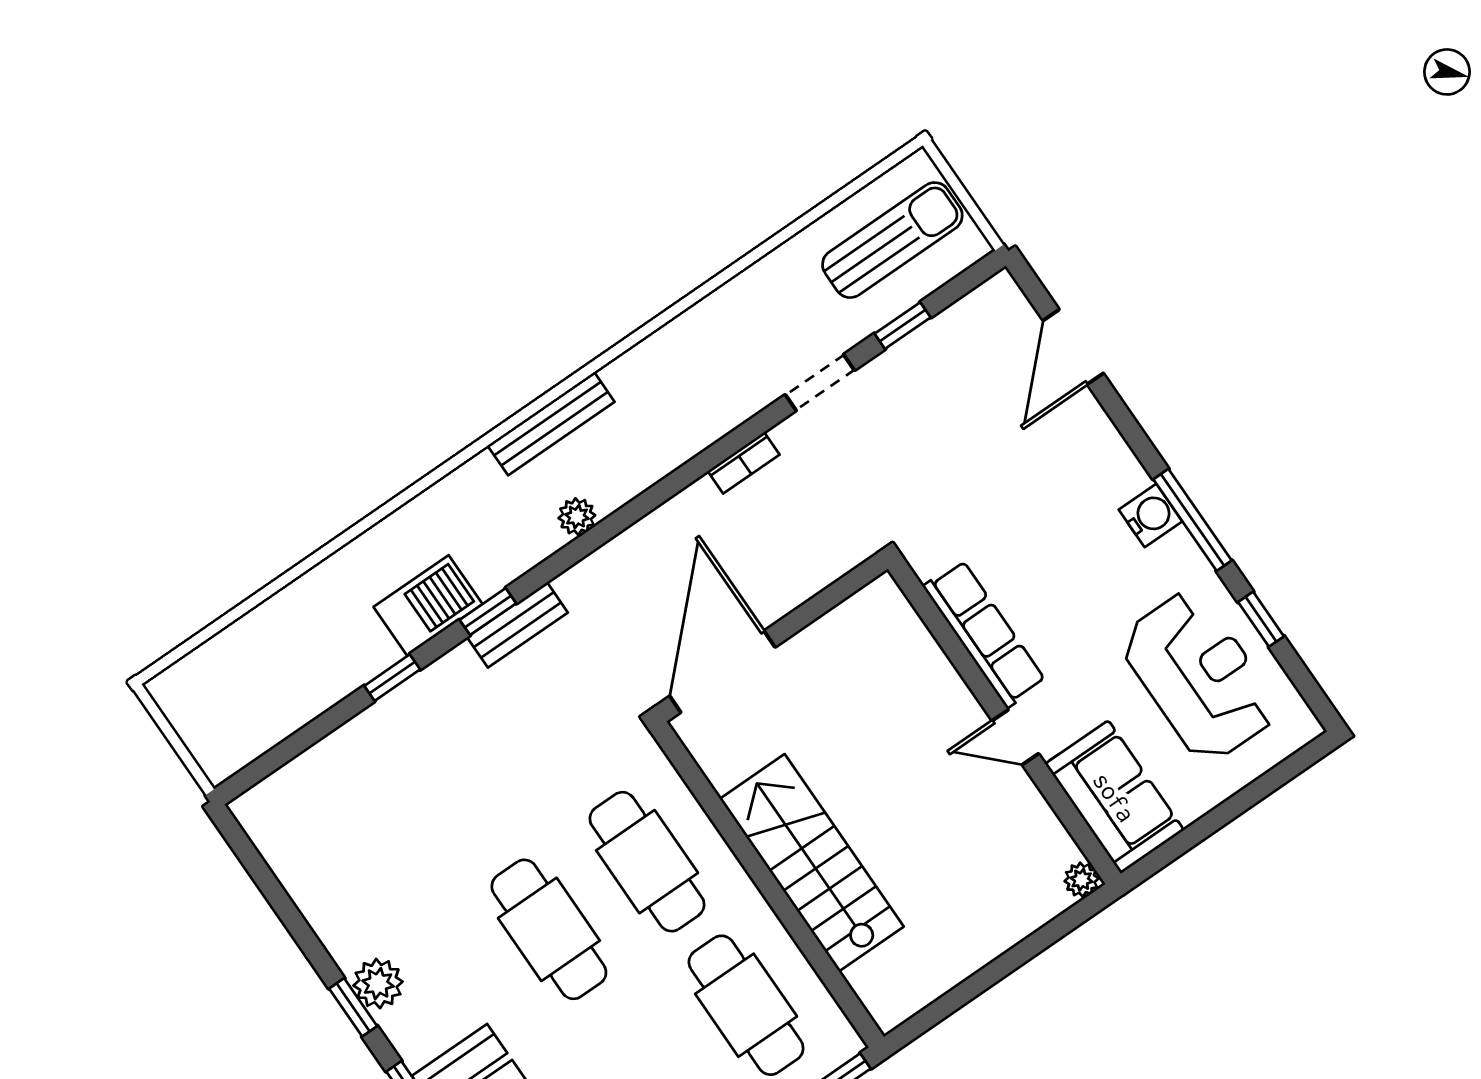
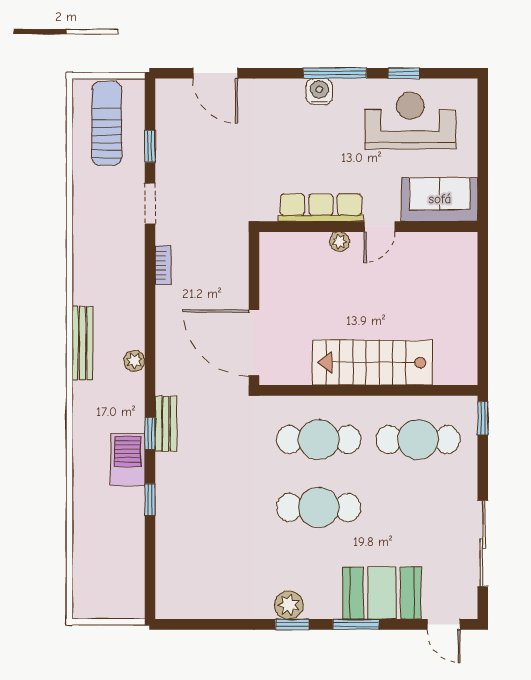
plant: (1082, 880) -> (339, 242), moved

